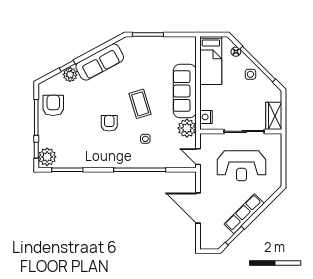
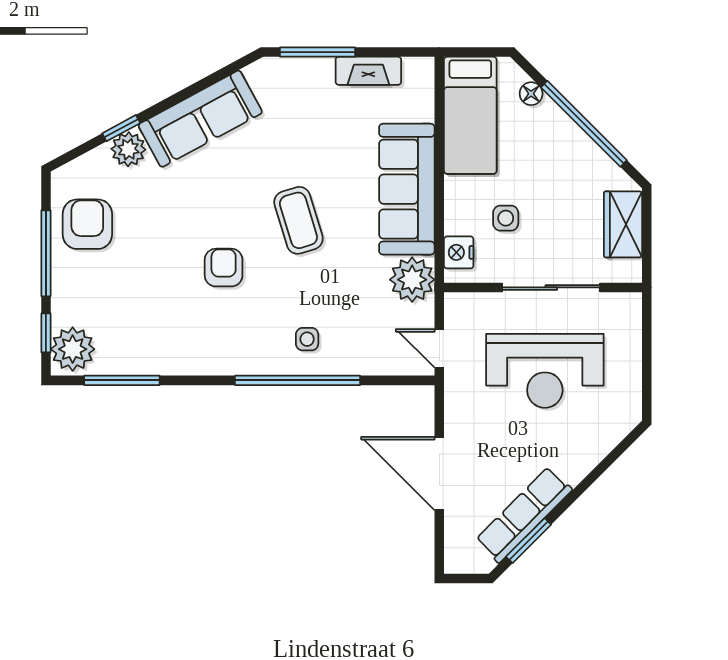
fireplace: (169, 42) -> (368, 71), added
side table: (250, 74) -> (506, 218), moved
wardrobe: (274, 116) -> (623, 224), moved
side table: (145, 139) -> (307, 339), moved
row of seats: (244, 214) -> (524, 515), moved

